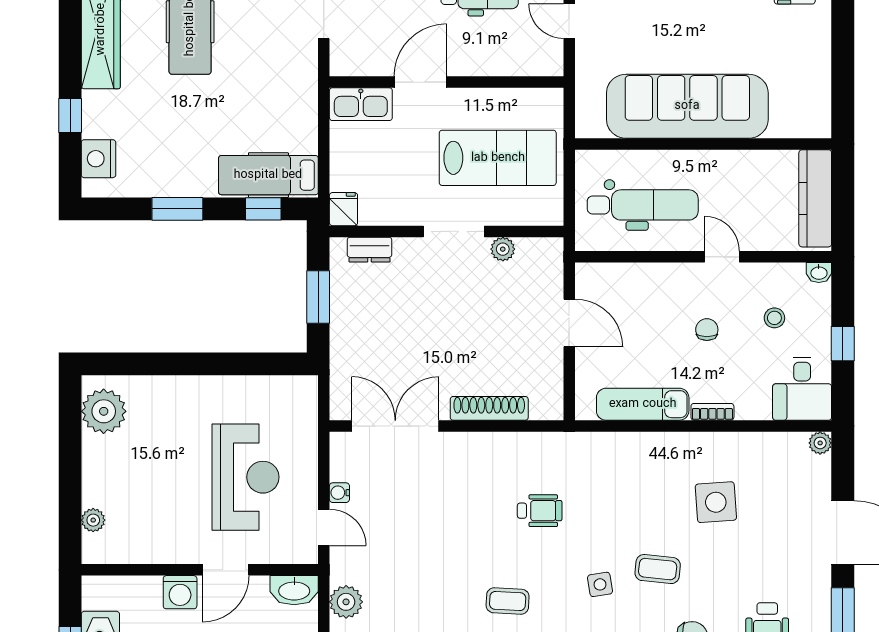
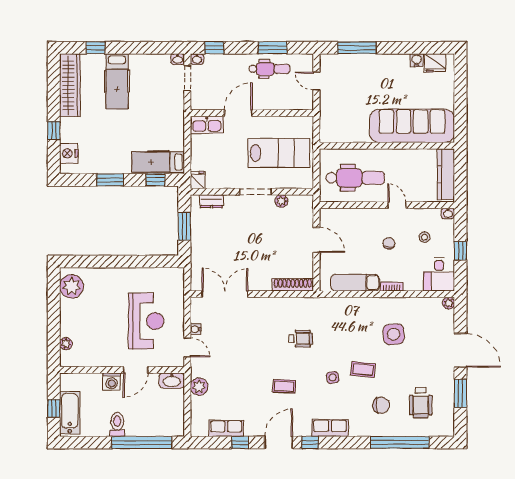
sofa: (687, 106) -> (412, 126), moved
shoe rack: (489, 408) -> (293, 285), moved

